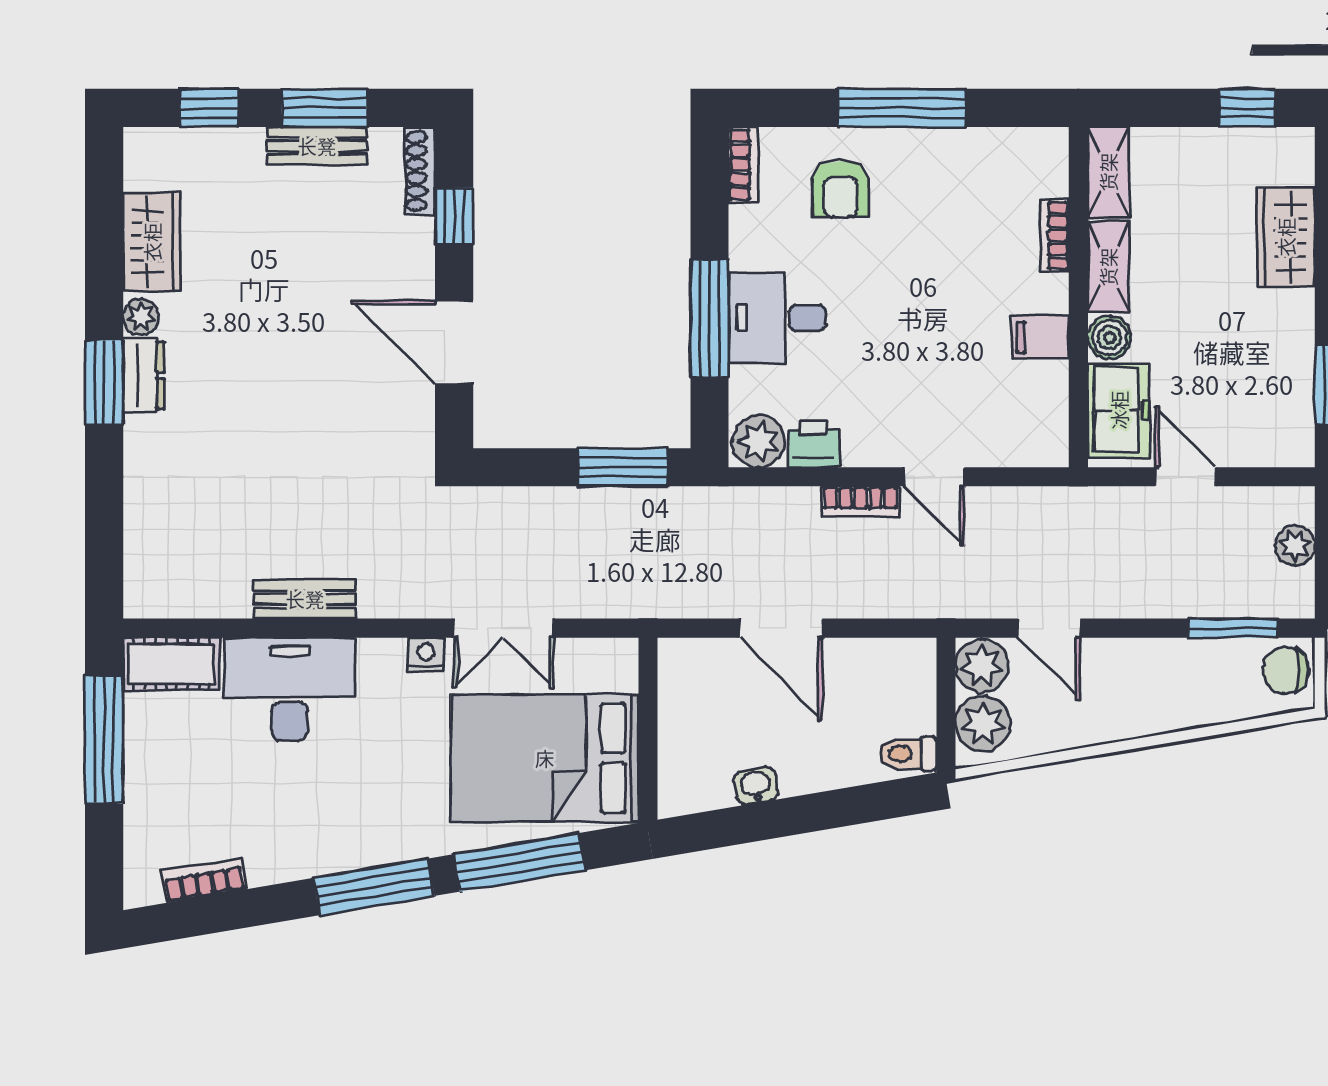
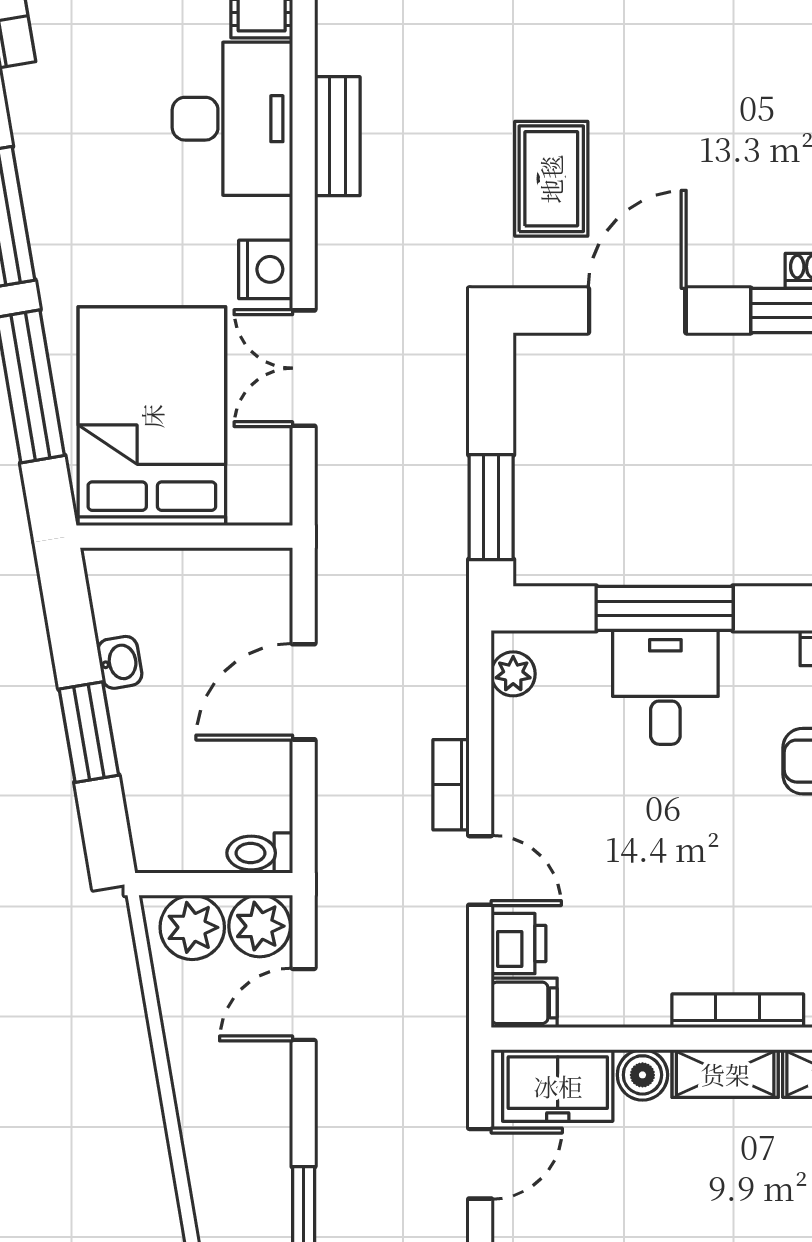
bookcase: (1055, 236) -> (738, 1011), width x1.56
filing cabinet: (1041, 337) -> (524, 1003), moved, turned 90
rug: (341, 416) -> (551, 179), added
plant: (759, 441) -> (513, 674), width x0.73, depth x0.73
printer: (814, 444) -> (518, 944), moved
door: (934, 477) -> (480, 870), swing flipped
nightstand: (426, 655) -> (266, 269), width x1.39, depth x1.35
toilet: (908, 754) -> (260, 853), moved, turned -90
window: (816, 812) -> (89, 732), added

